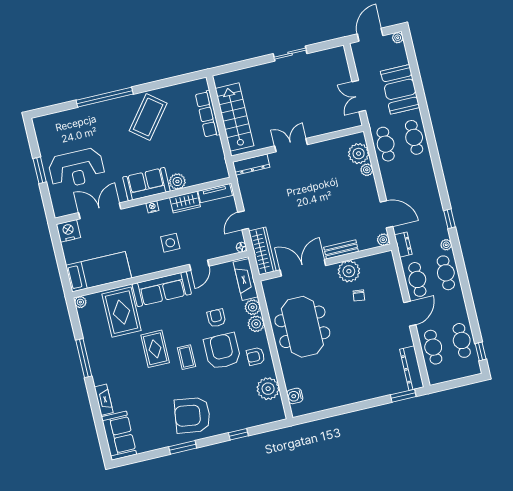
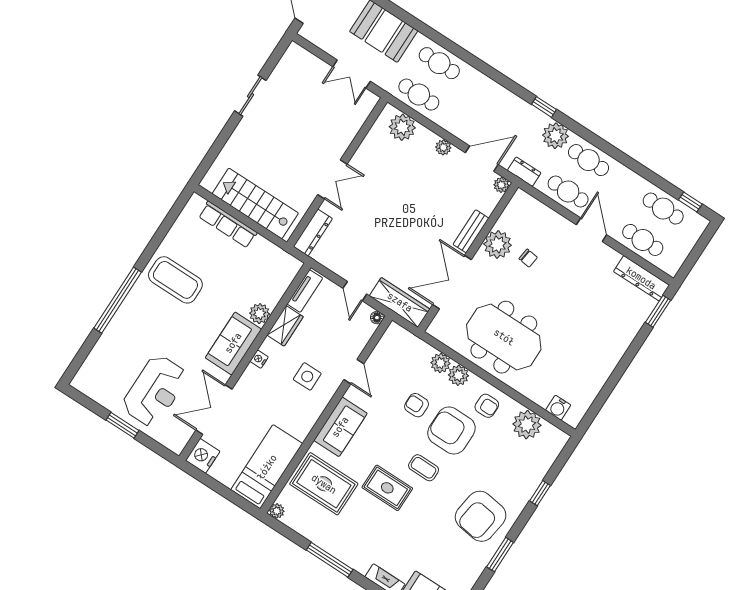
coffee table: (148, 117) -> (175, 280), turned -38
double door: (291, 145) -> (332, 179), swing flipped
plant: (367, 170) -> (443, 147), moved
plant: (446, 245) -> (556, 136), width x1.88, depth x1.88
fireplace: (246, 279) -> (409, 344), removed
sofa: (162, 289) -> (340, 427), width x0.73
armchair: (256, 356) -> (487, 406), turned -90

